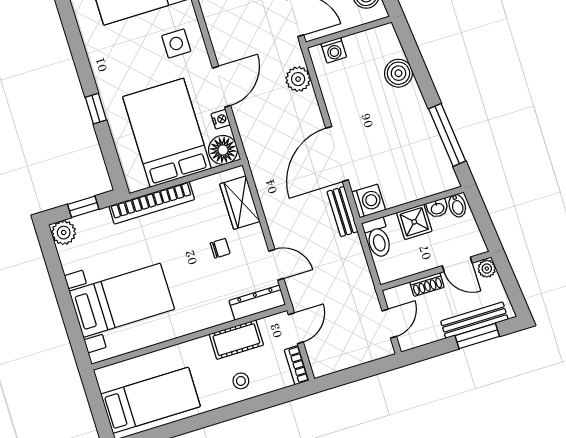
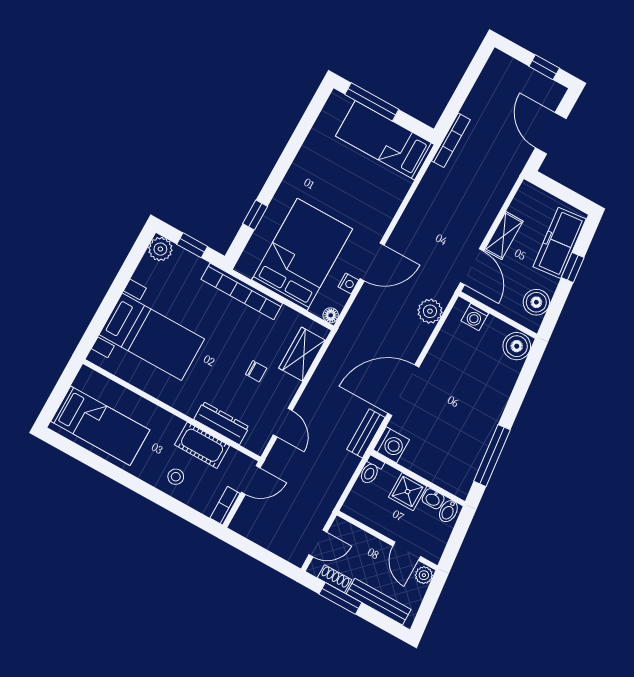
side table: (176, 43) -> (372, 200), removed
boiler: (398, 73) -> (517, 346), moved
window: (96, 109) -> (255, 215), moved
floor lamp: (223, 150) -> (331, 315), width x0.53, depth x0.53
toilet: (378, 238) -> (371, 470), width x0.73, depth x0.72
shoe rack: (427, 285) -> (335, 579), moved, turned 180
dresser: (257, 303) -> (221, 423), moved
window: (477, 336) -> (340, 598), moved

